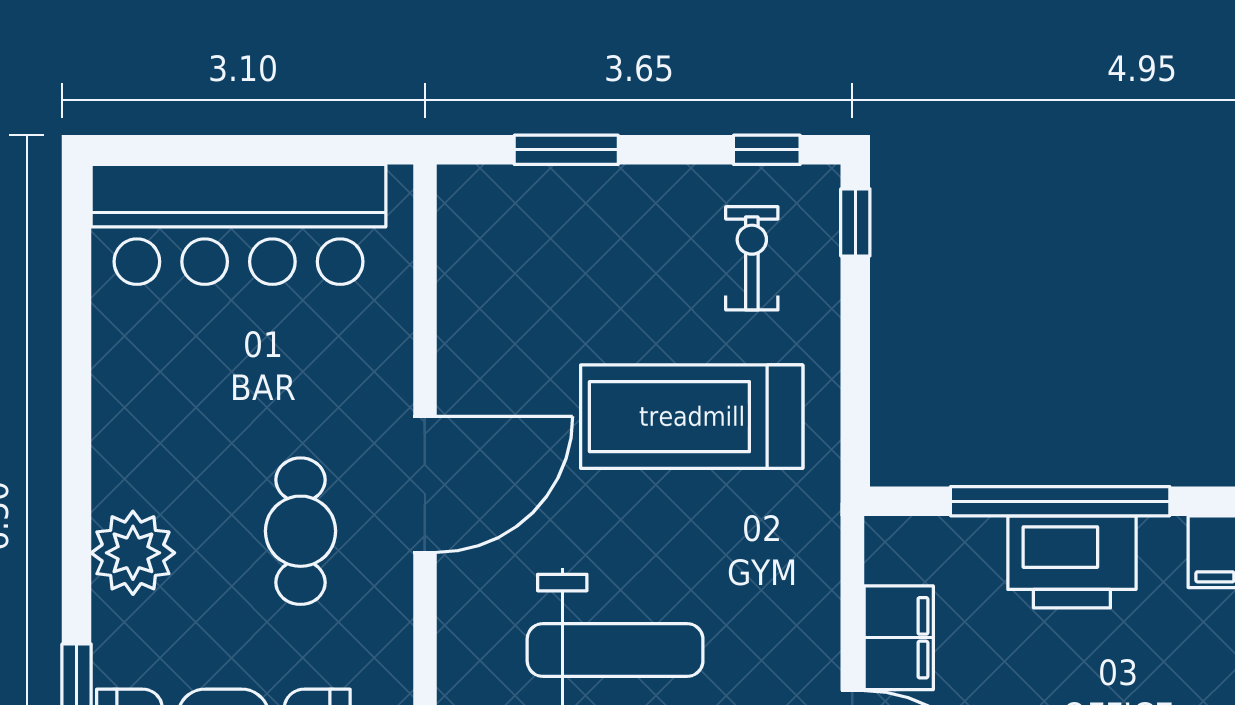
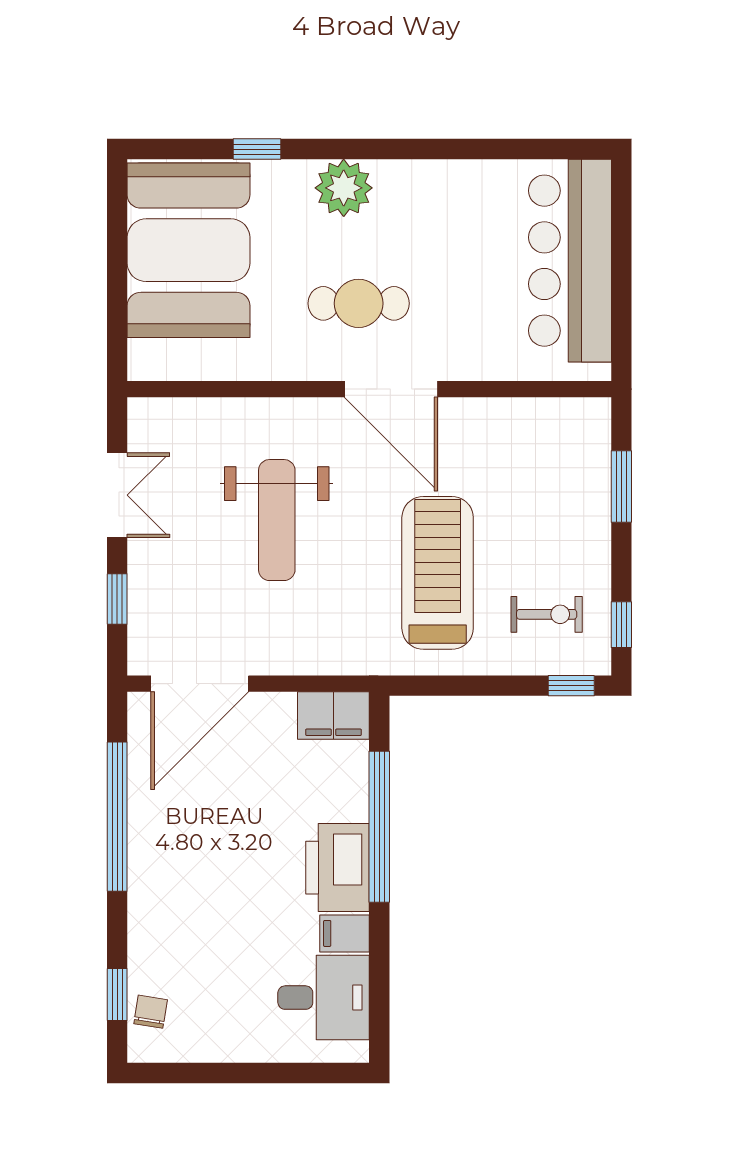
printer: (1072, 562) -> (338, 868), moved
filing cabinet: (899, 638) -> (333, 716), moved

